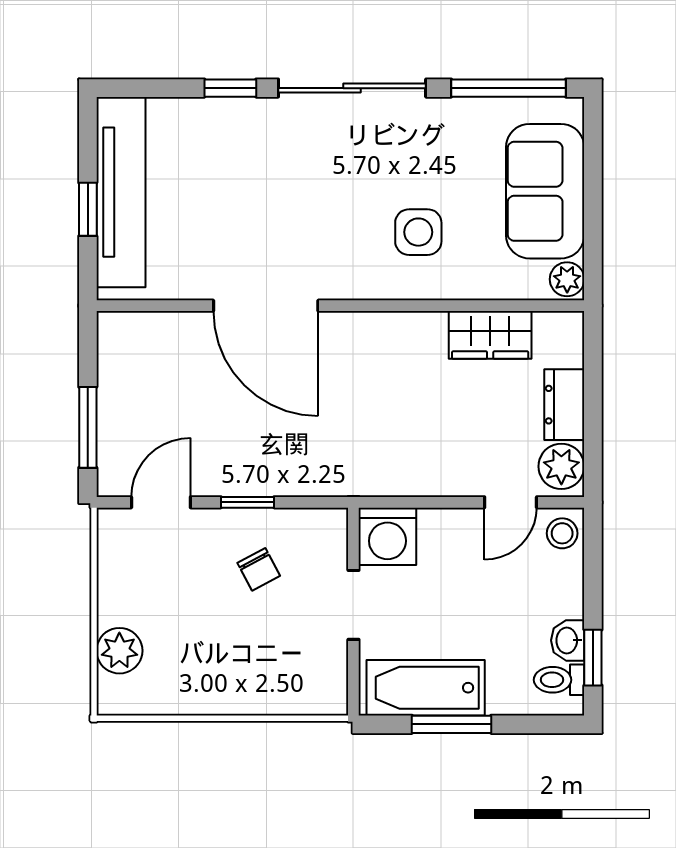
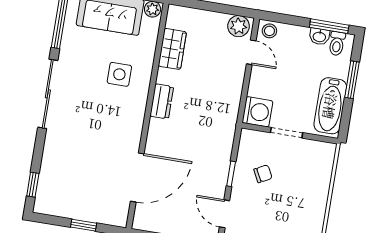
window: (230, 88) -> (33, 185), moved
tv unit: (121, 192) -> (78, 209), removed
door: (266, 306) -> (137, 178), moved
dresser: (564, 405) -> (162, 101), moved, turned -90
window: (593, 658) -> (329, 26), width x1.50
window: (451, 724) -> (352, 80), moved

